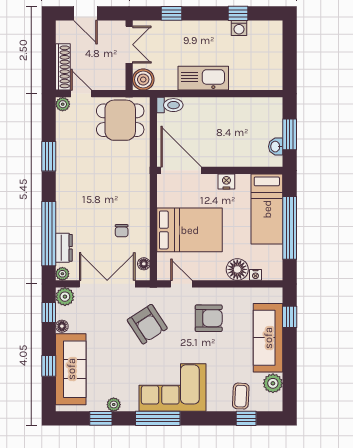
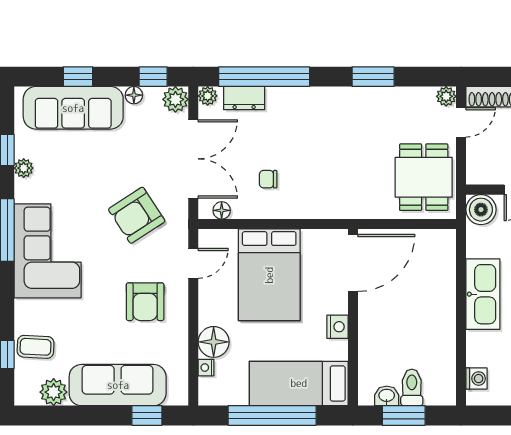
washing machine: (263, 83) -> (476, 379), added
toilet: (170, 105) -> (412, 387), moved, turned 180

